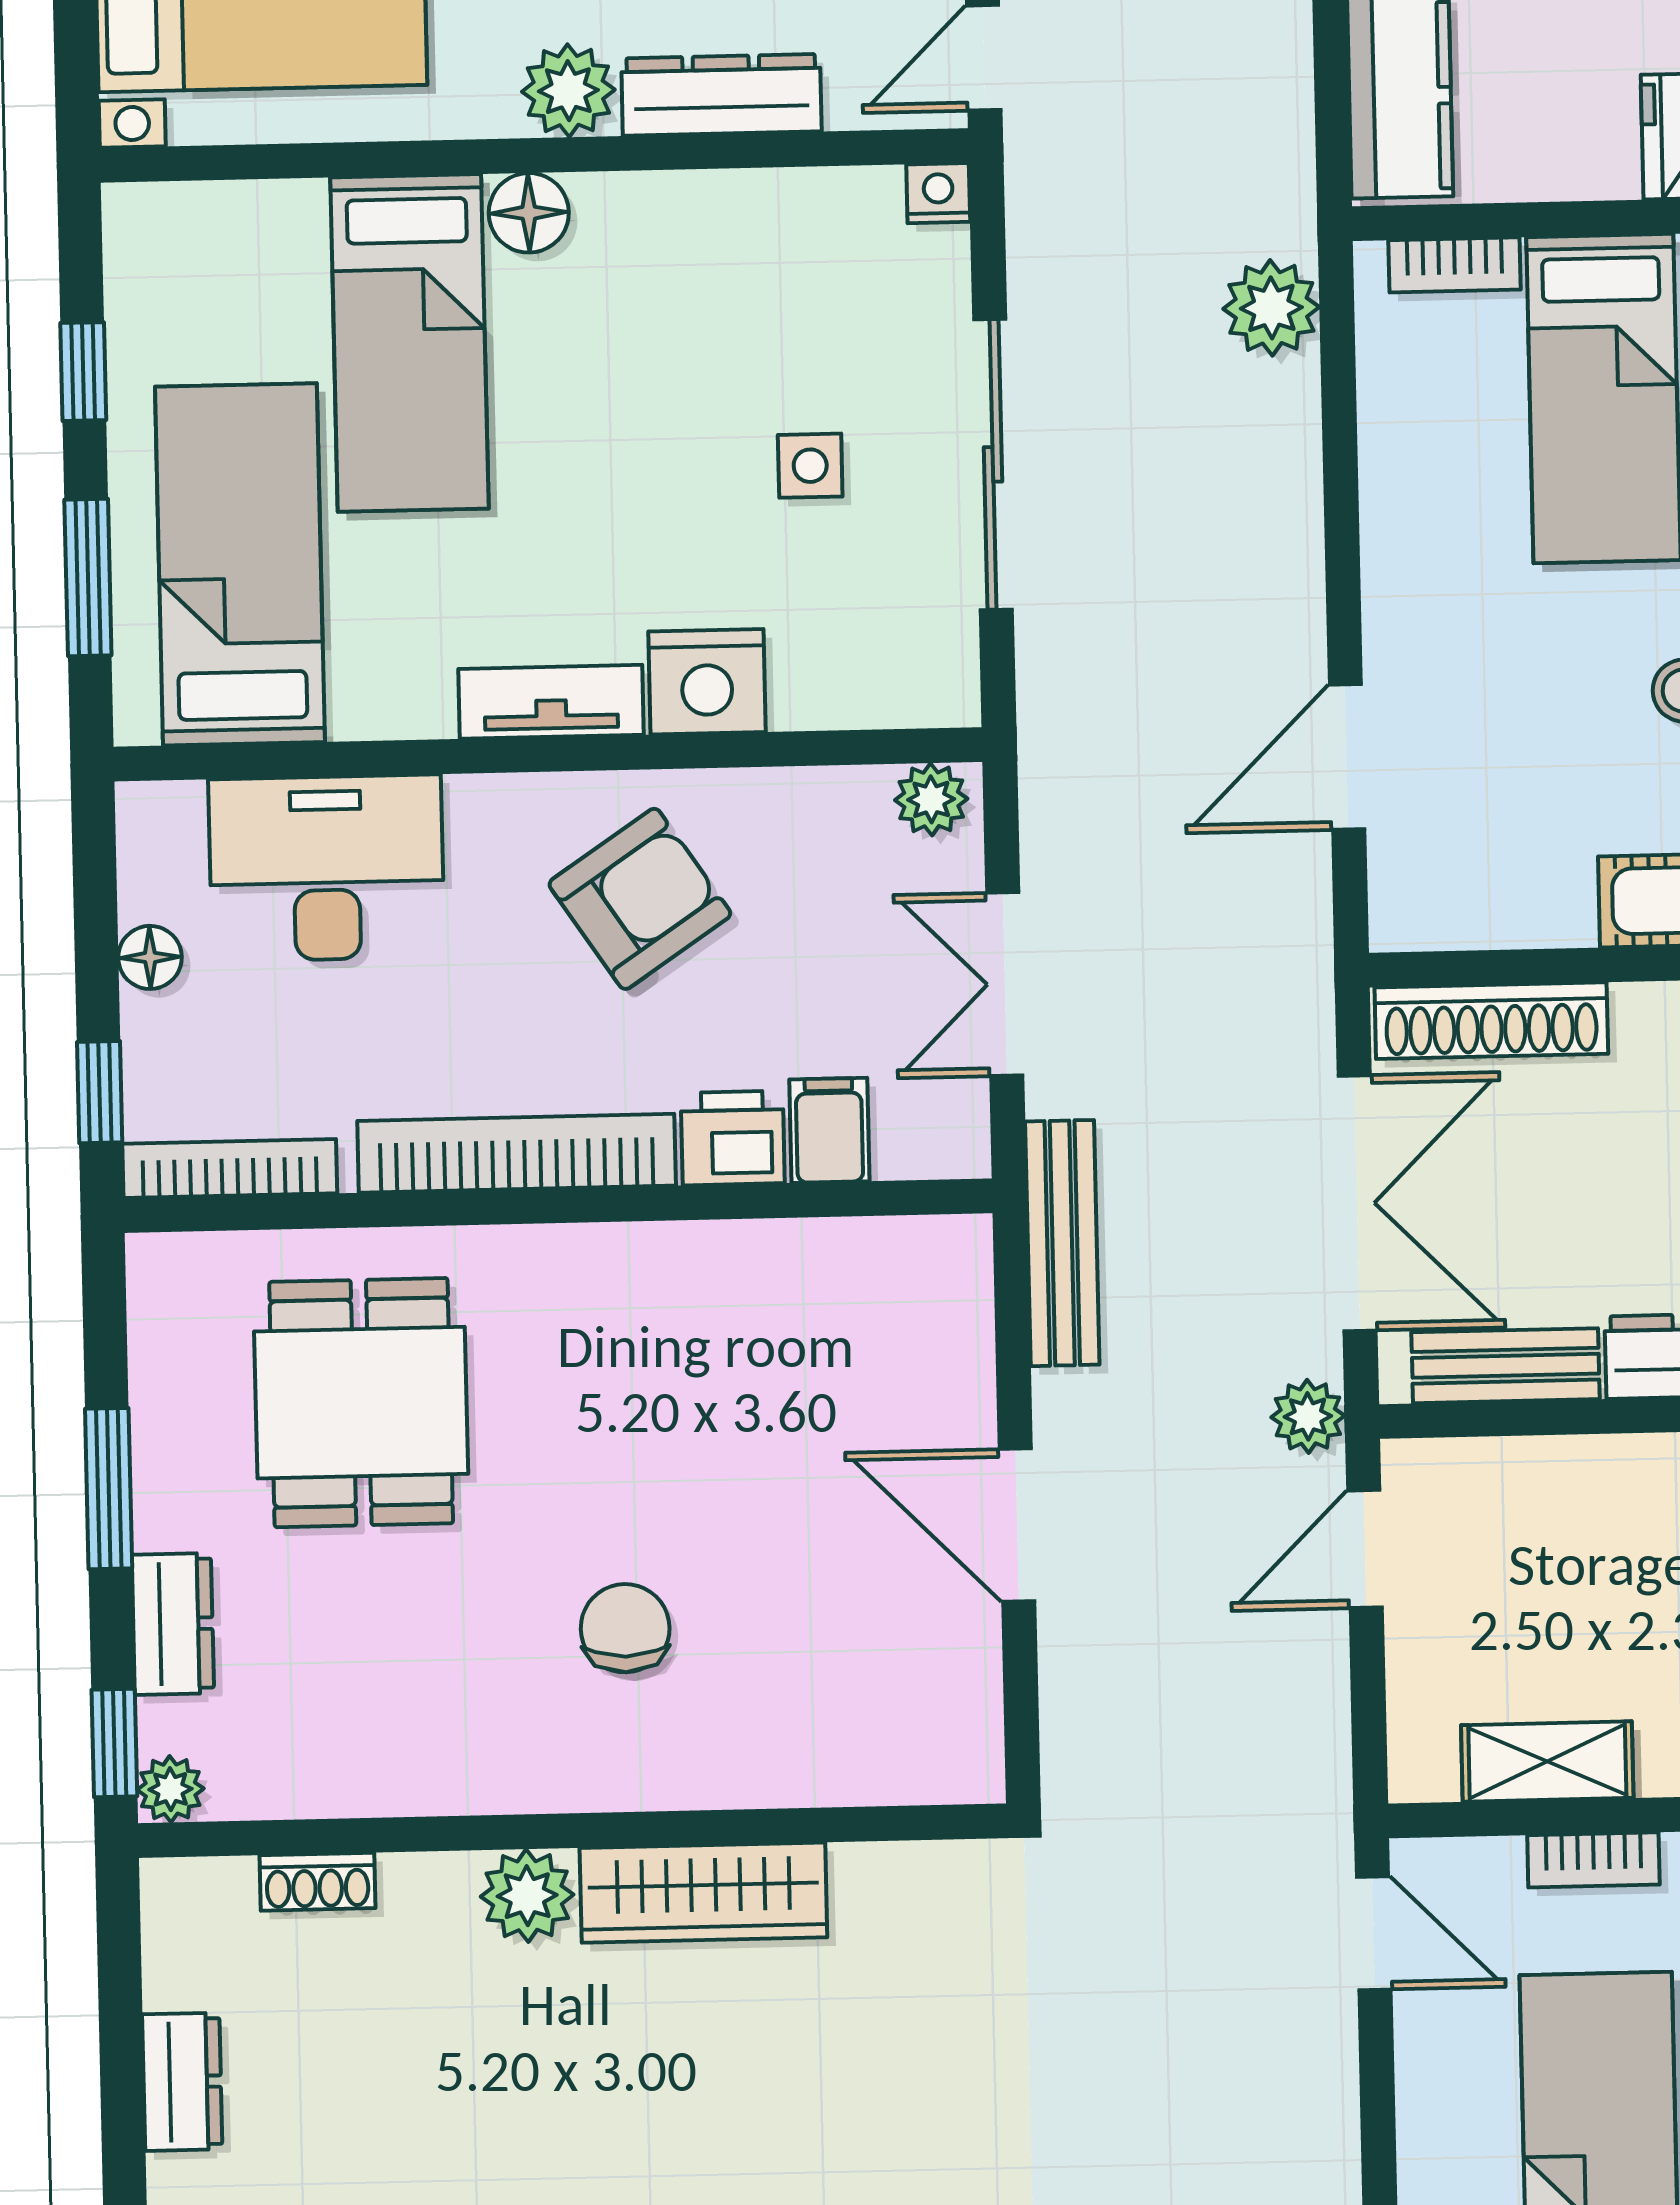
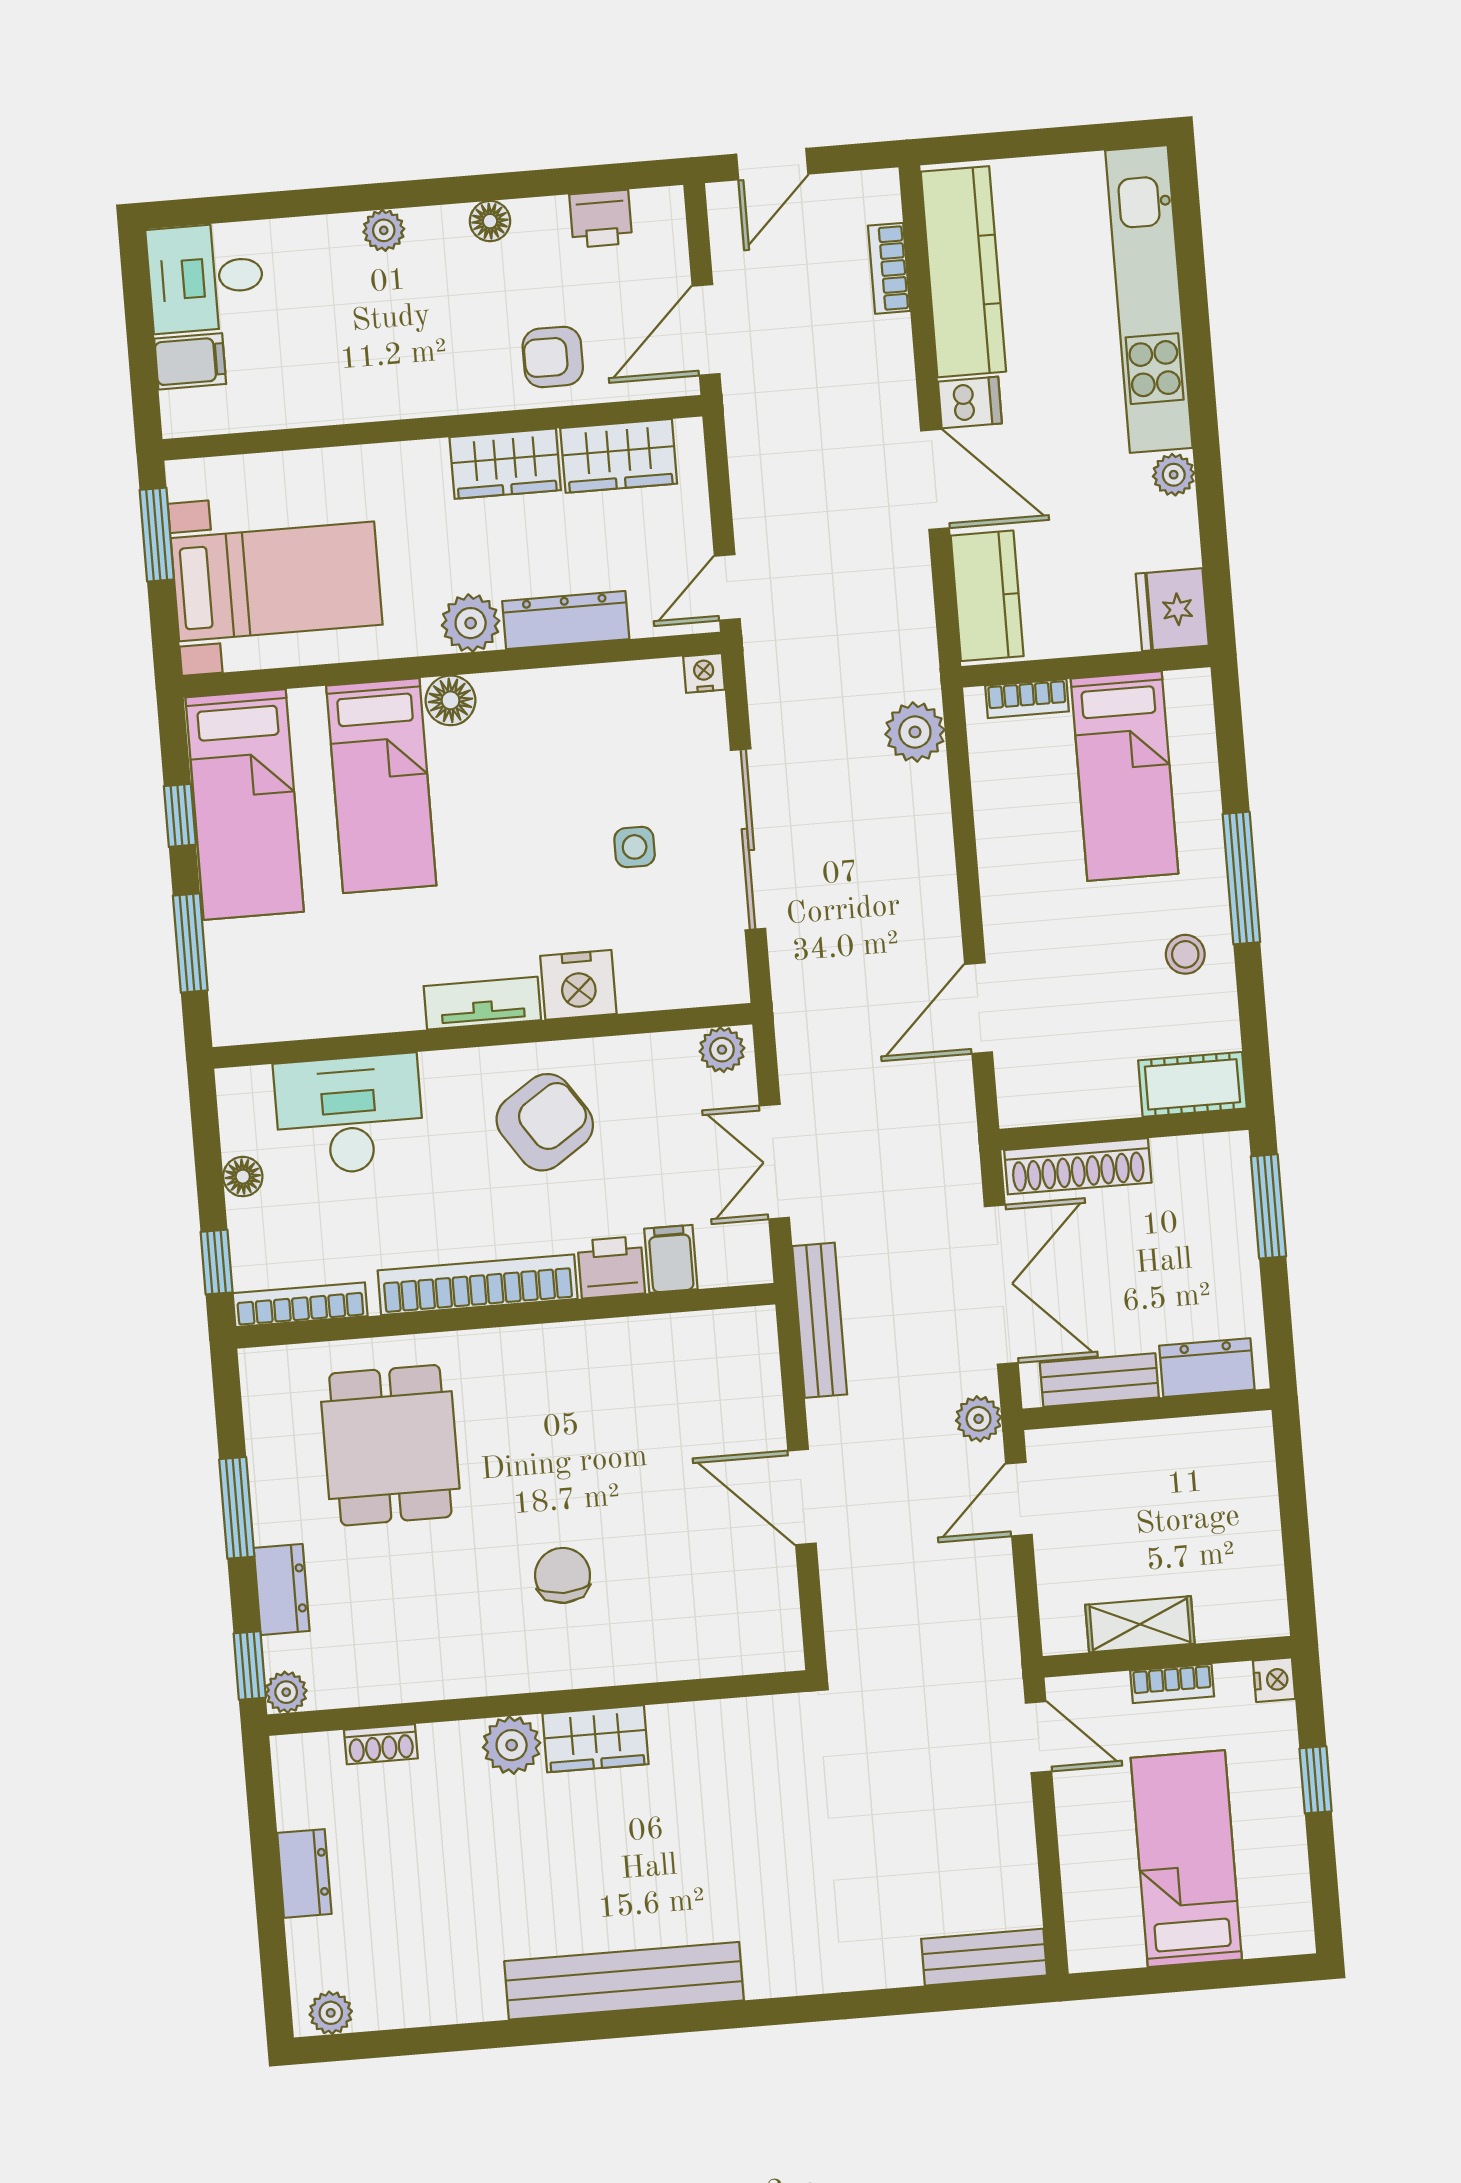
bed: (240, 564) -> (245, 804), moved, turned 180
wardrobe: (703, 1893) -> (596, 1739), width x0.67

